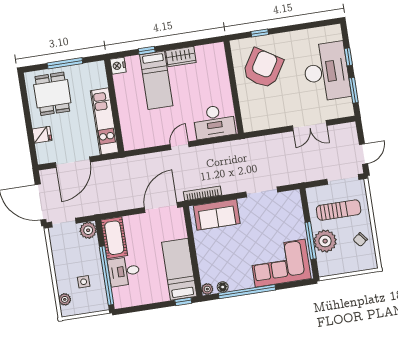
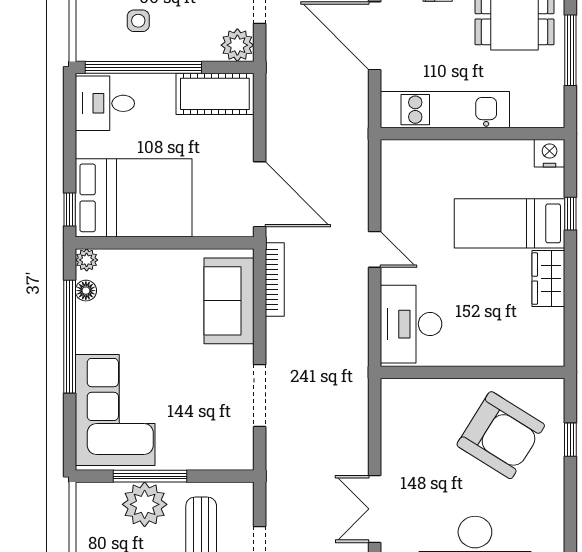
bed: (179, 269) -> (134, 198), width x1.50
desk: (124, 271) -> (105, 103), moved, turned -90

